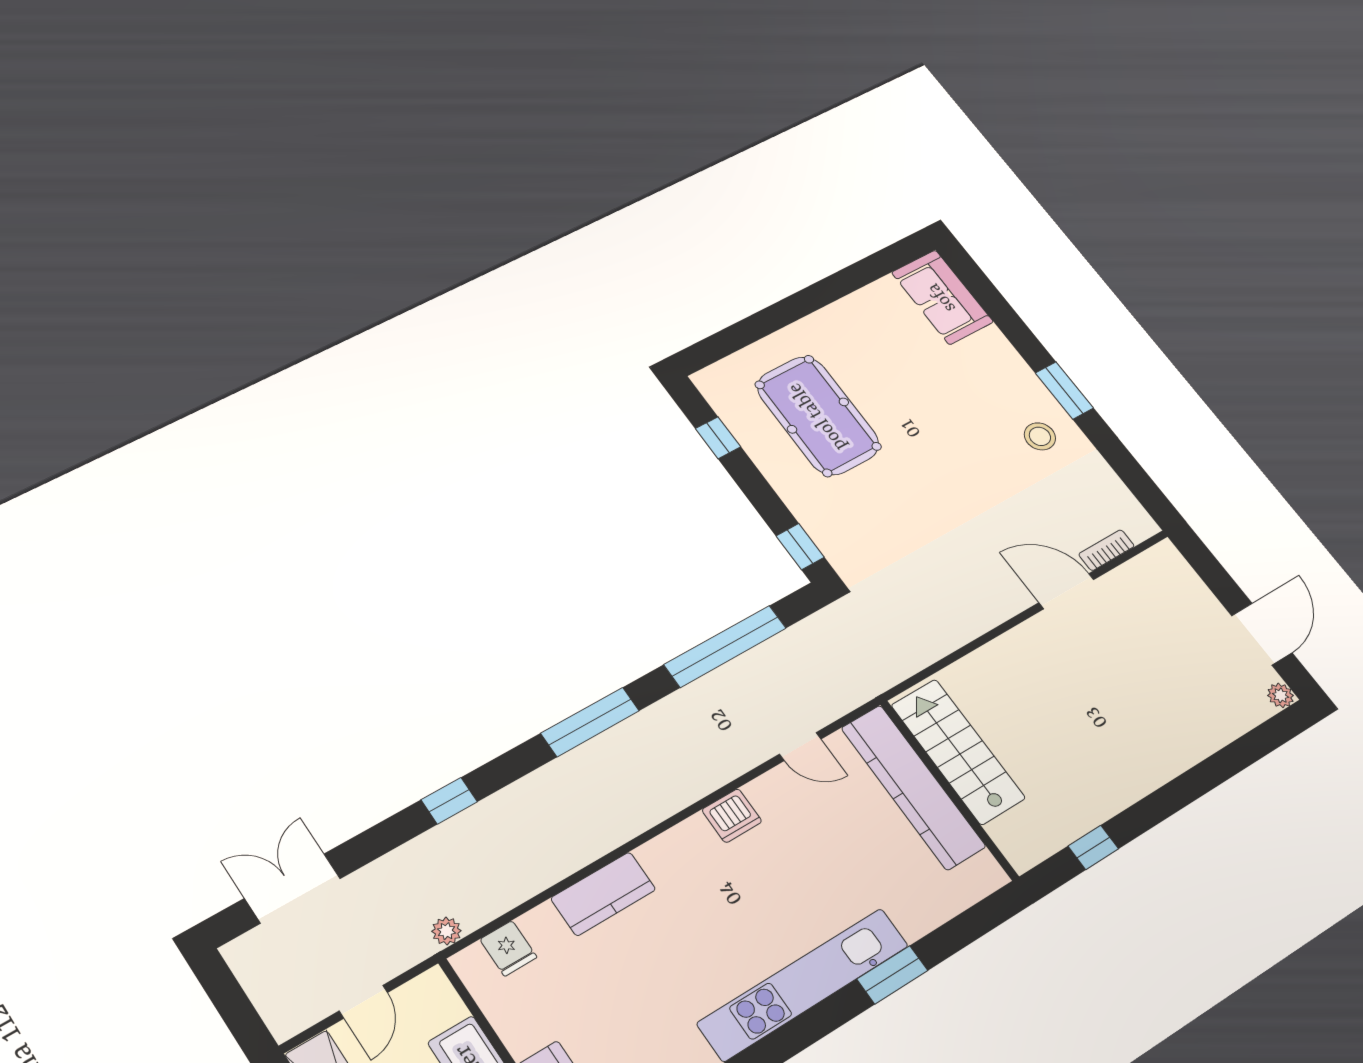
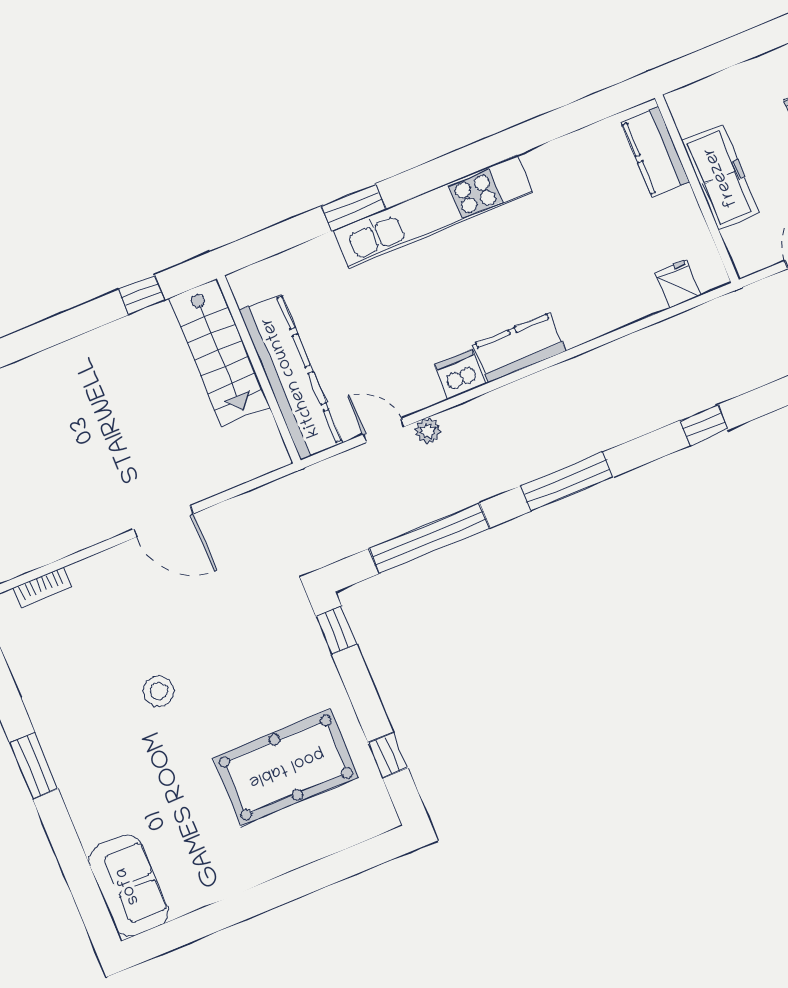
pool table: (818, 416) -> (286, 767), turned 90
stool: (1040, 436) -> (159, 691), moved
door: (1066, 591) -> (163, 521), moved
stairs: (958, 752) -> (219, 352), moved
kitchen counter: (603, 894) -> (519, 348), moved
plant: (446, 931) -> (428, 431), moved

